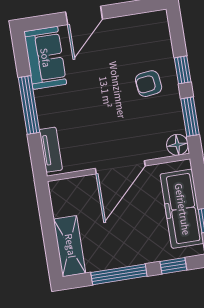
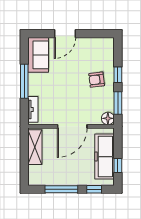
shelving: (70, 246) -> (35, 147), moved

